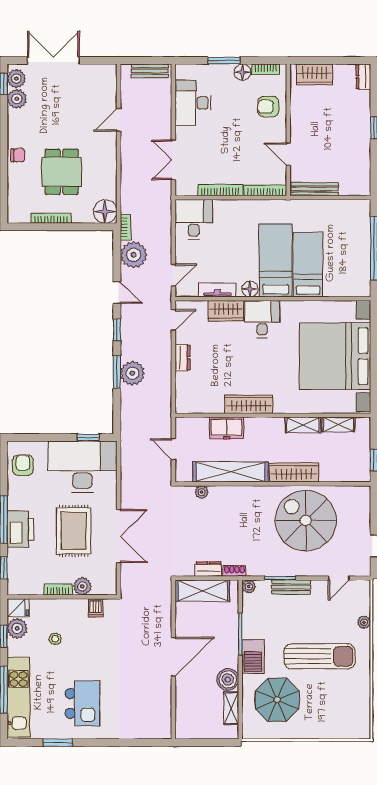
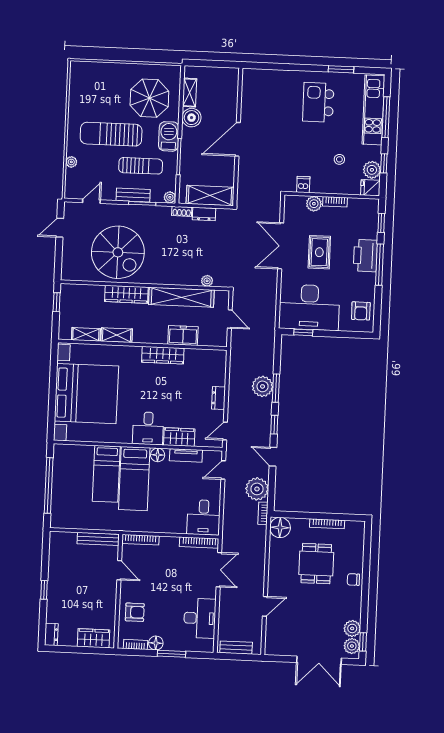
bookcase: (220, 190) -> (199, 543), moved
rug: (74, 531) -> (319, 252), width x0.73, depth x0.70
sun lounger: (284, 621) -> (141, 166), added

